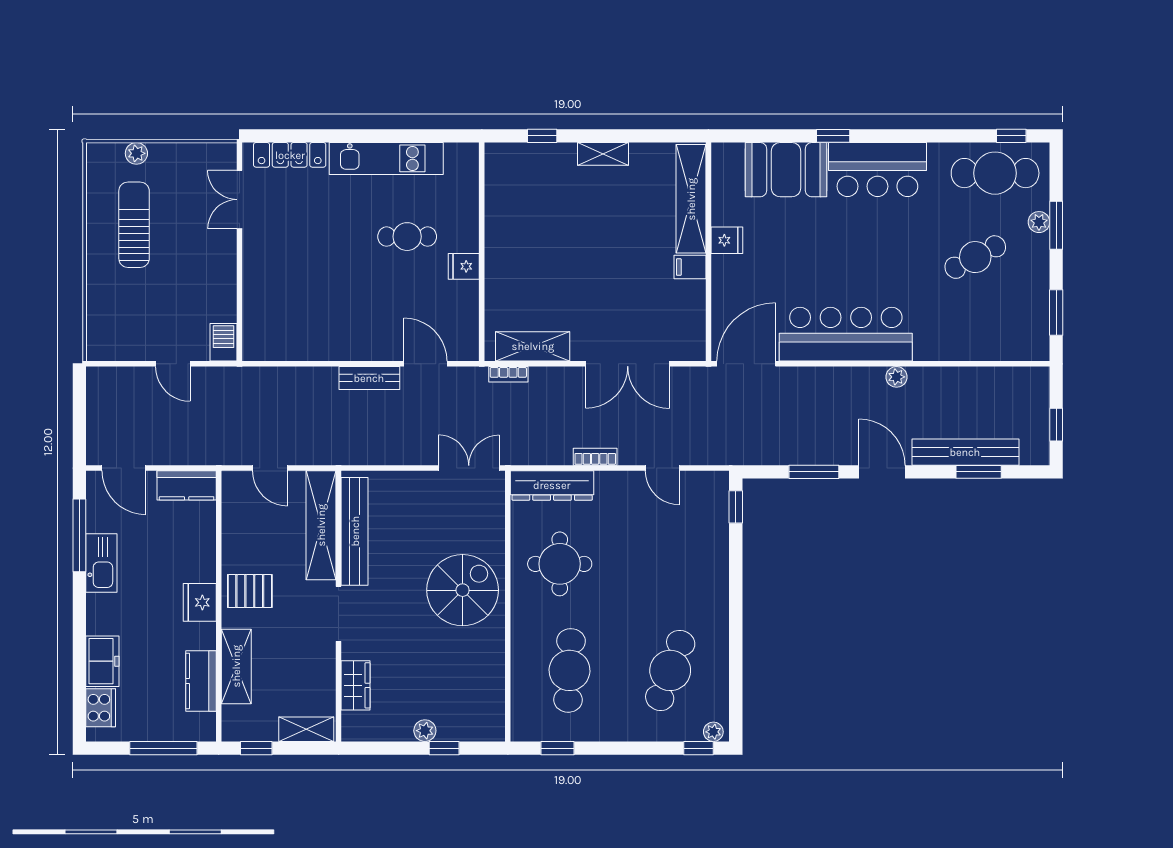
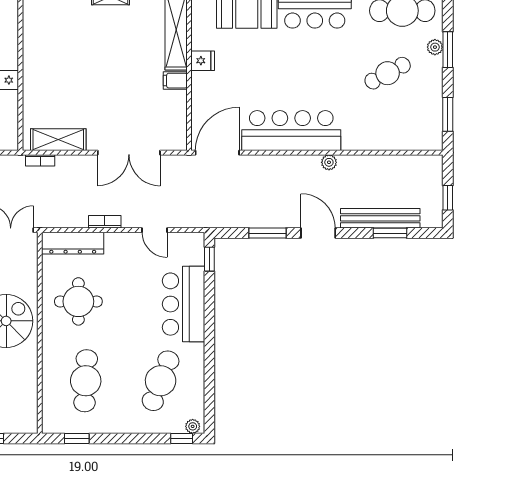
bar counter: (701, 567) -> (183, 304), added

